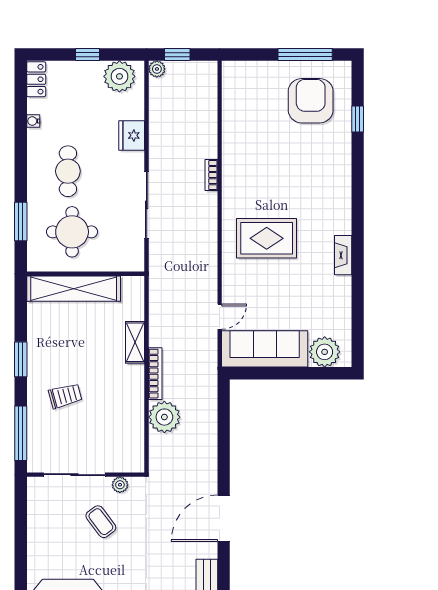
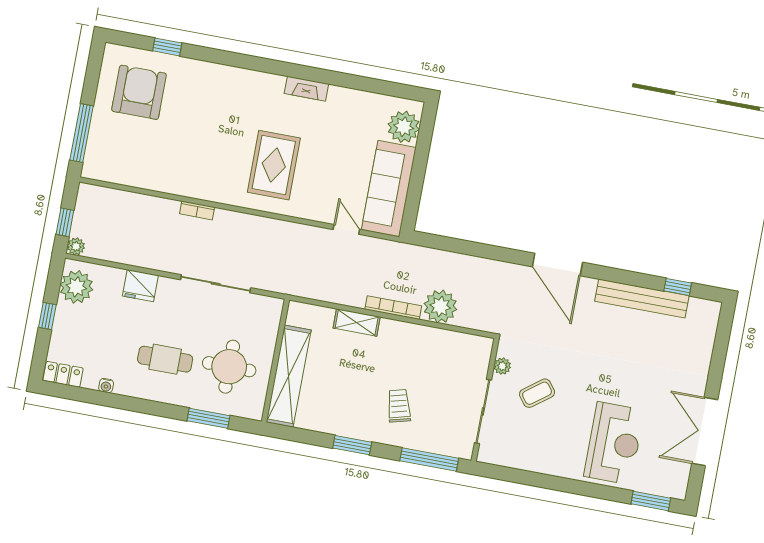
window: (305, 55) -> (82, 133), moved
armchair: (311, 101) -> (139, 92), turned 90

